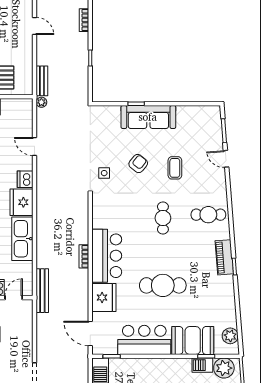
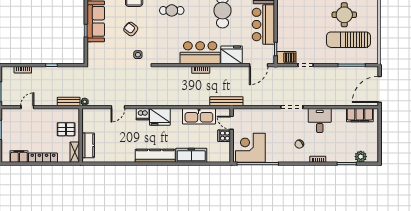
kitchen sink: (22, 239) -> (199, 116), moved

